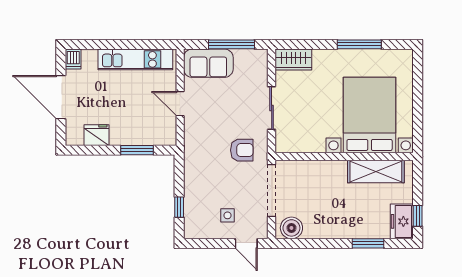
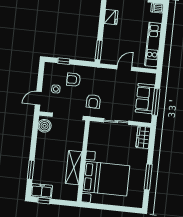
sofa: (208, 63) -> (145, 99), moved
window: (137, 150) -> (99, 50), moved
shelving: (376, 171) -> (74, 168), moved
armchair: (209, 187) -> (74, 80), added

